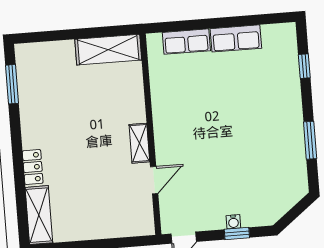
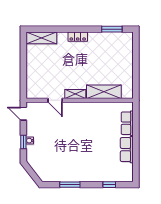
shelving: (108, 50) -> (104, 92), moved, turned 90
locker: (33, 167) -> (78, 37), moved

